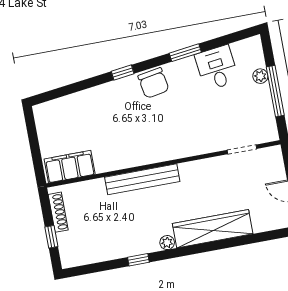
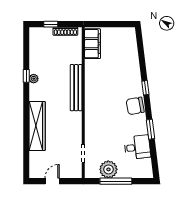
plant: (260, 76) -> (108, 169), moved, width x1.88, depth x1.88
plant: (167, 243) -> (34, 79), moved

